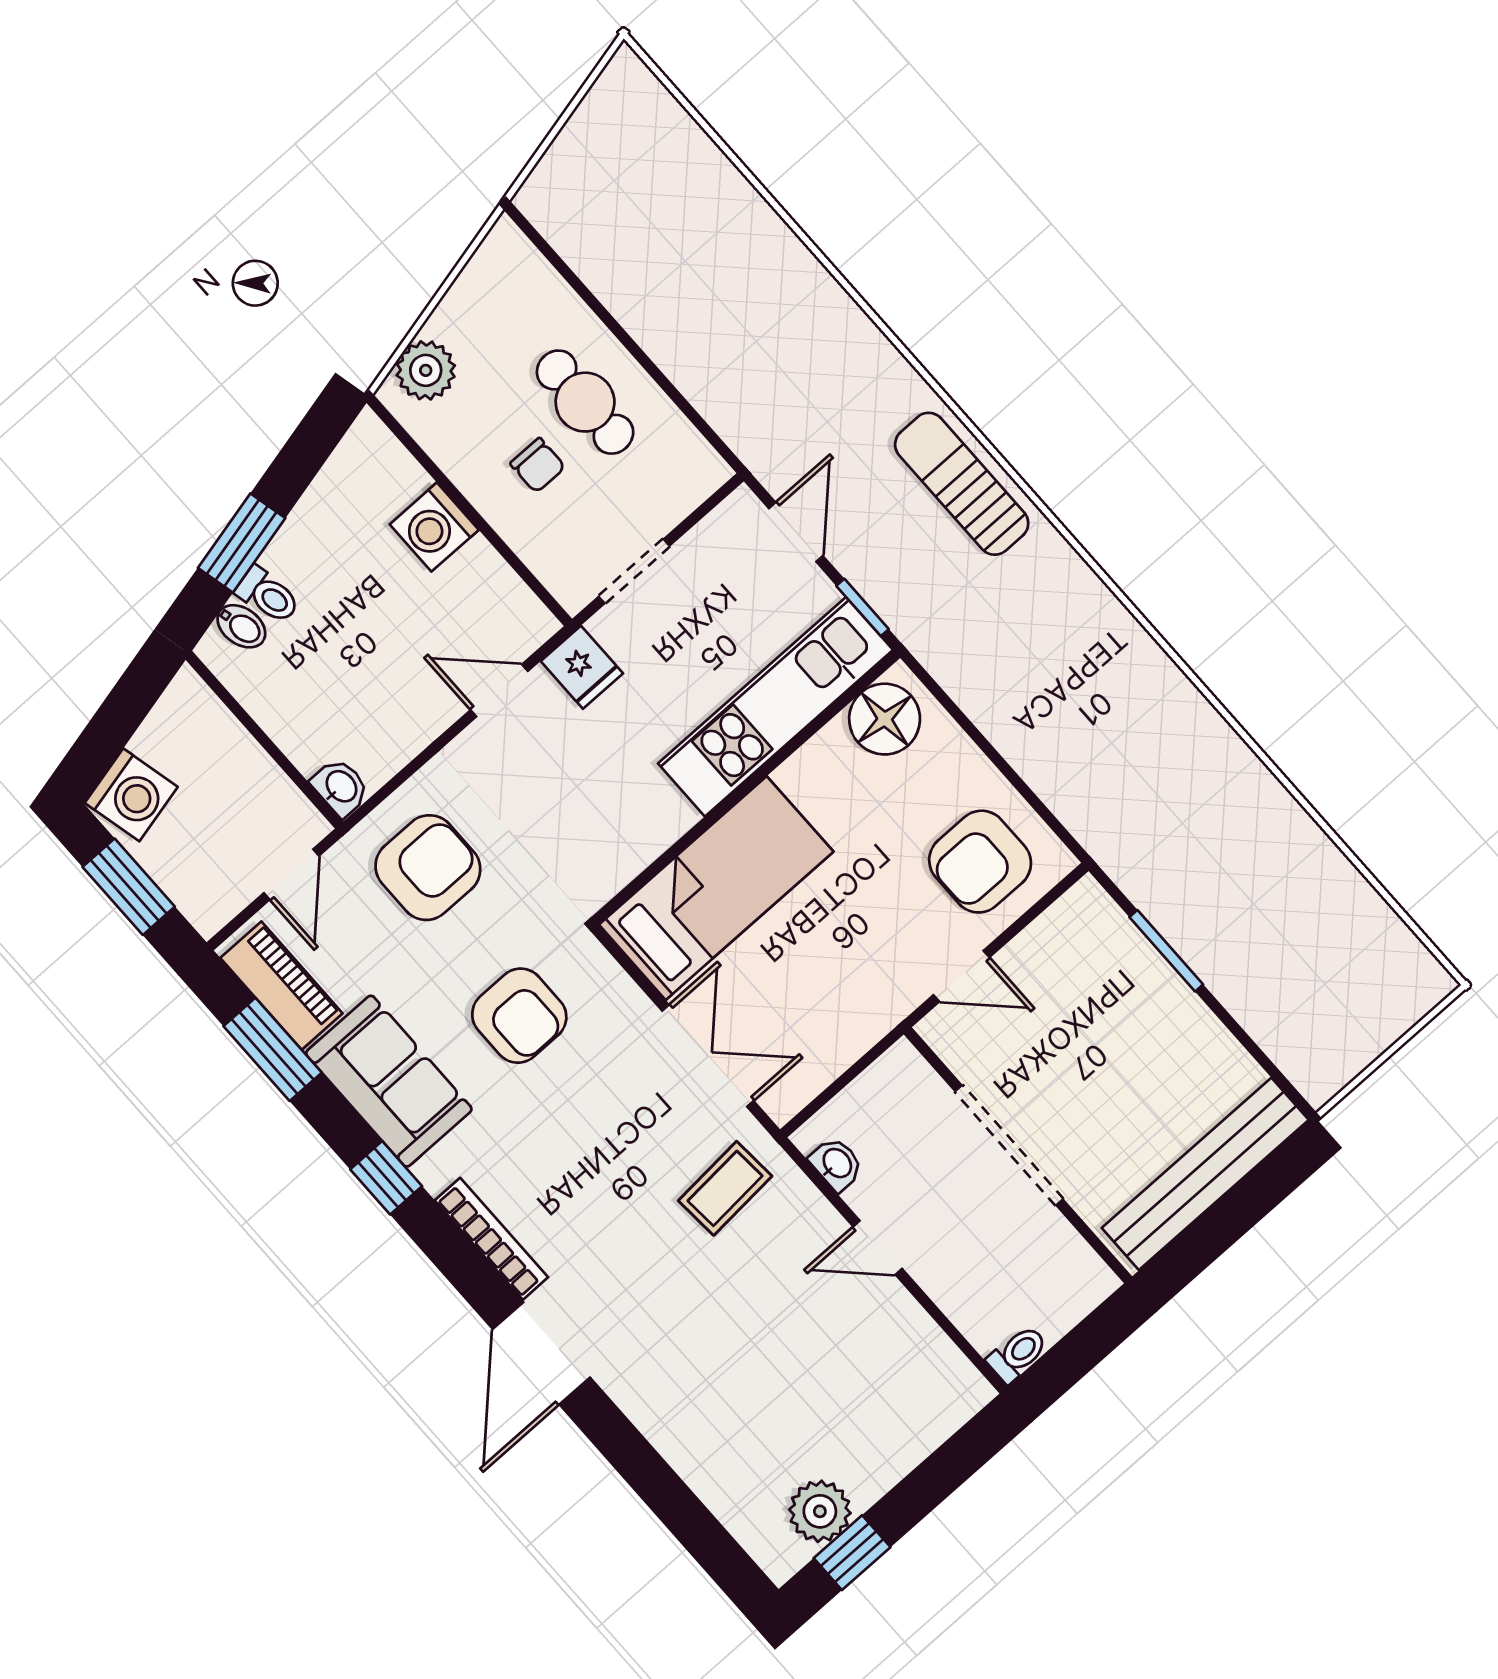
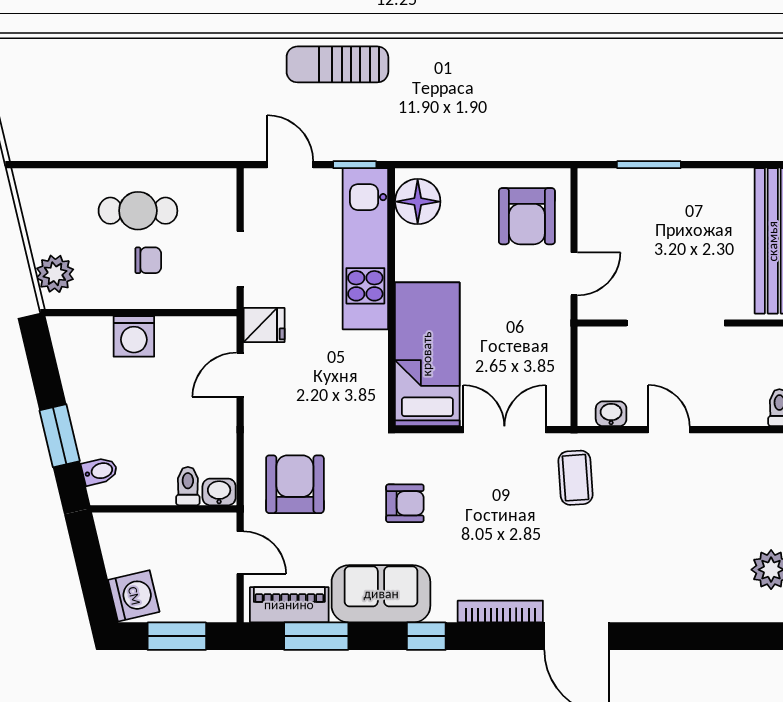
toilet: (268, 595) -> (188, 486), moved, turned -77
armchair: (519, 1016) -> (405, 503), width x0.72, depth x0.72
door: (878, 1248) -> (669, 430), swing flipped

